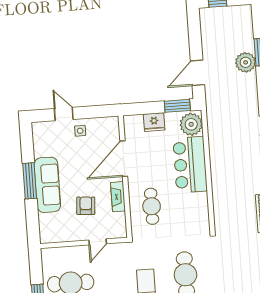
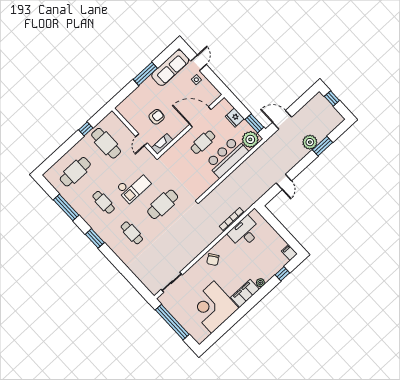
sofa: (47, 185) -> (170, 68), moved
fireplace: (118, 197) -> (162, 144), moved
cafe table: (152, 206) -> (203, 142), moved
door: (98, 242) -> (142, 140), hinge flipped

